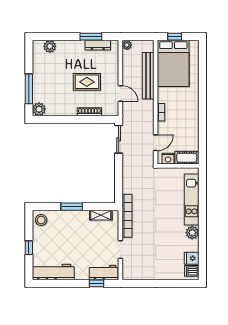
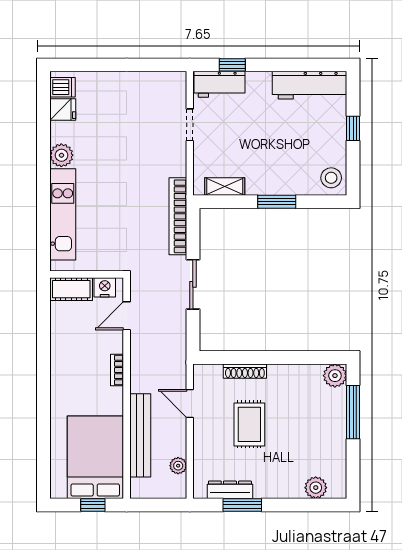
plant: (127, 45) -> (178, 466), moved
rug: (87, 82) -> (249, 424), turned 90
sliding door: (119, 139) -> (193, 284), moved
bookcase: (127, 216) -> (178, 216), moved

